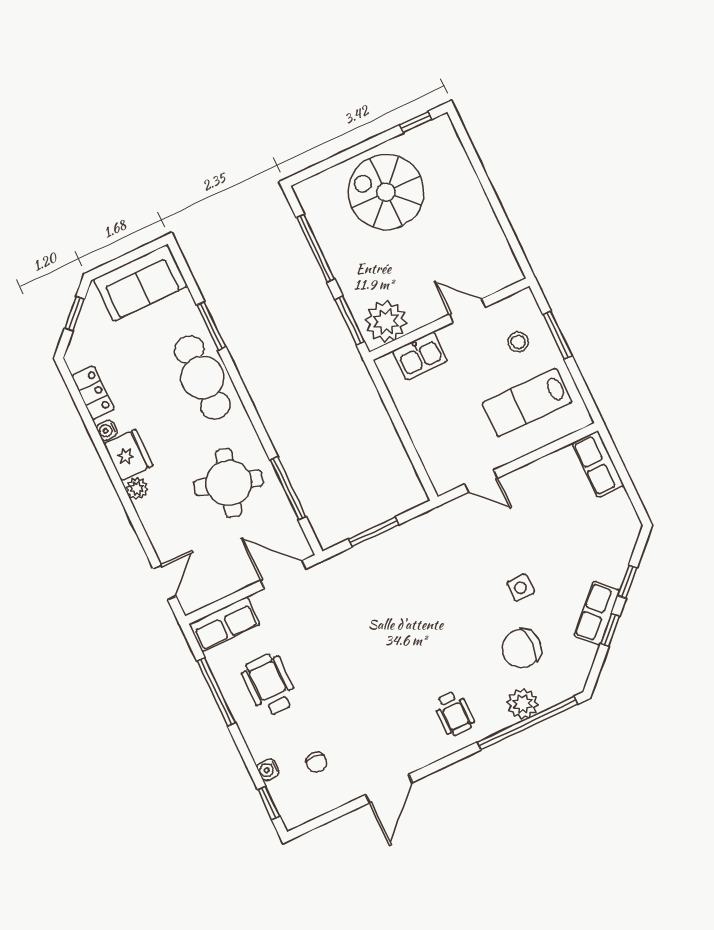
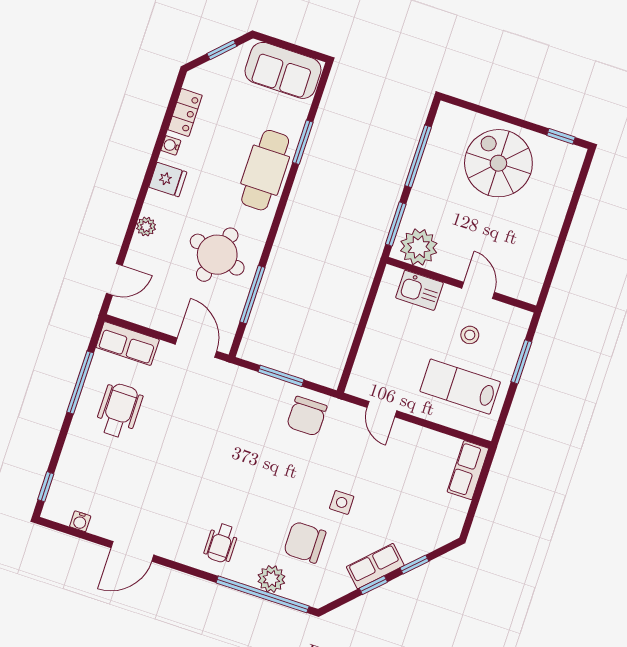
stool: (518, 342) -> (470, 335), moved
fridge: (128, 455) -> (168, 180), width x0.72
plant: (137, 488) -> (146, 227), moved
chair: (316, 762) -> (307, 416), moved, width x1.87, depth x1.87
water cooler: (268, 770) -> (80, 521), moved, turned -90

